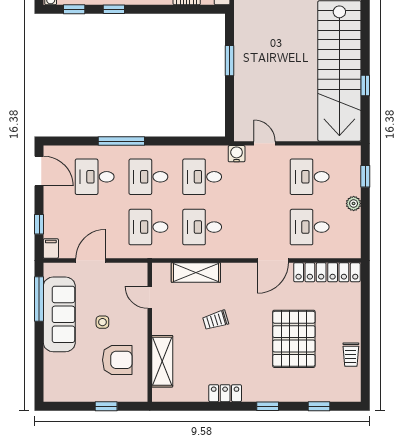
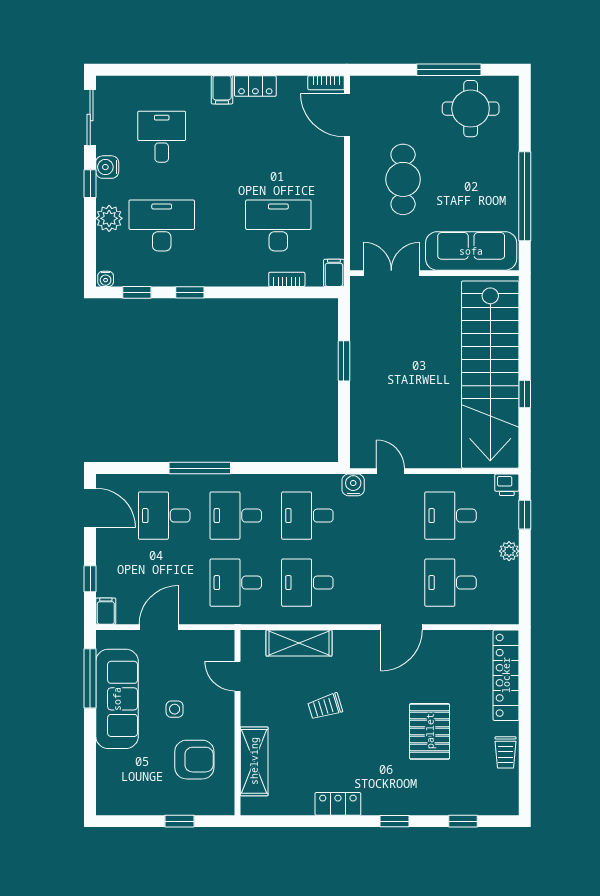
printer: (352, 154) -> (507, 485), added
locker: (327, 272) -> (506, 675), moved, turned 90
pallet: (294, 339) -> (430, 731), width x0.73, depth x0.71

